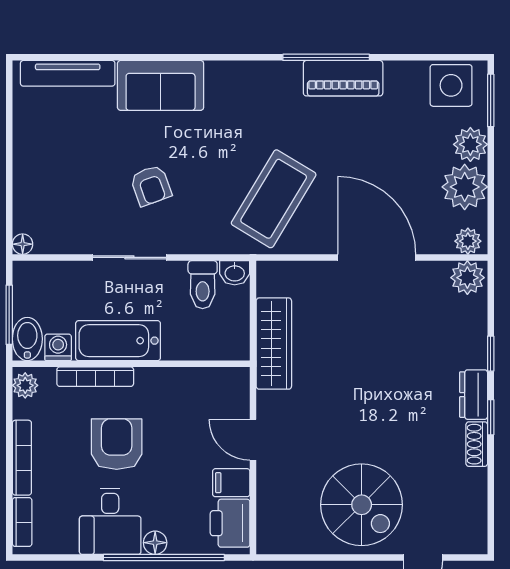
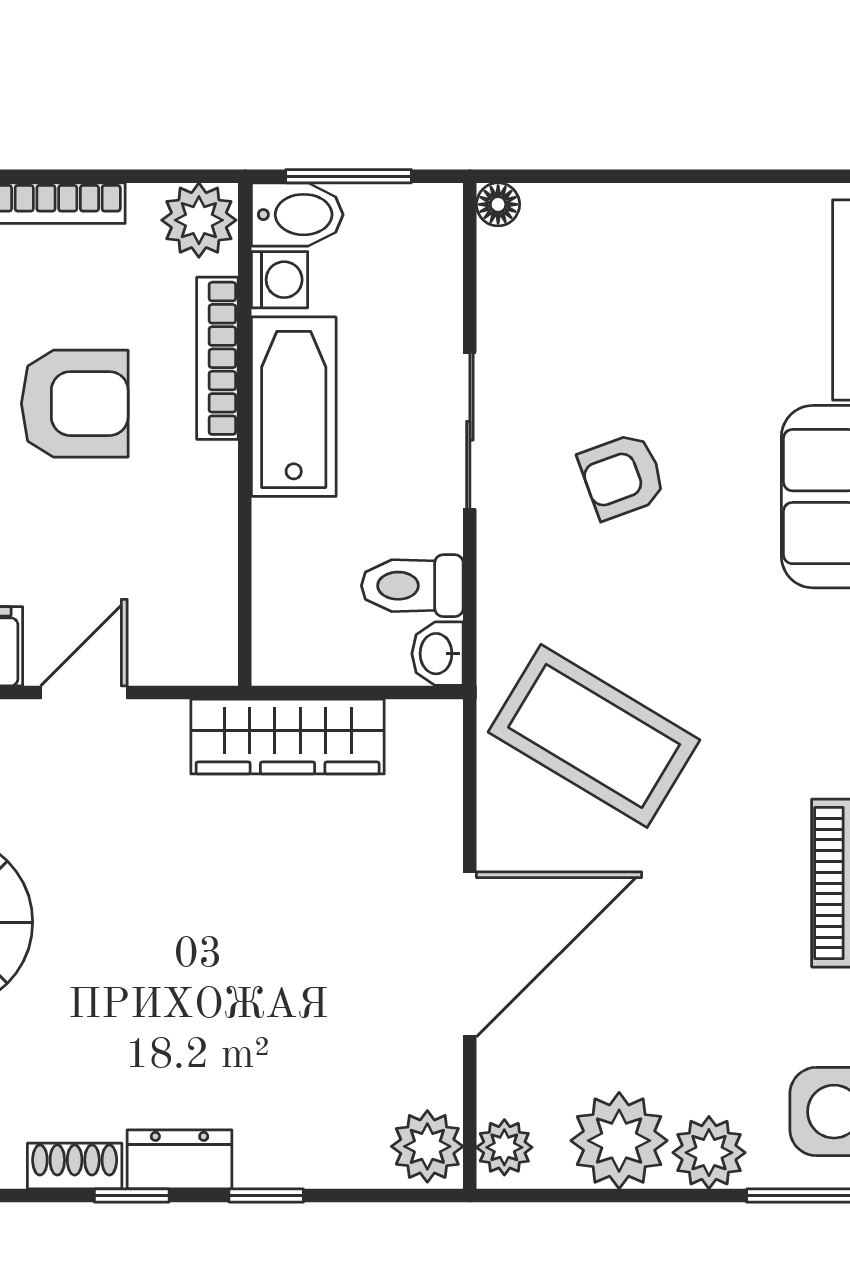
plant: (25, 385) -> (199, 220), width x1.38, depth x1.38

